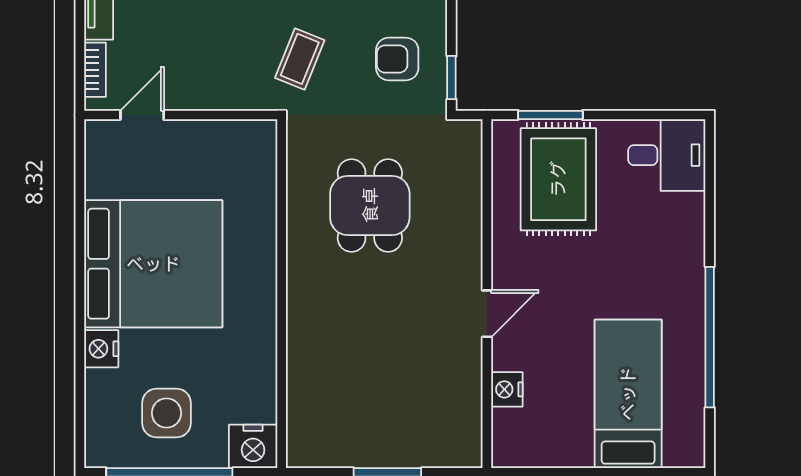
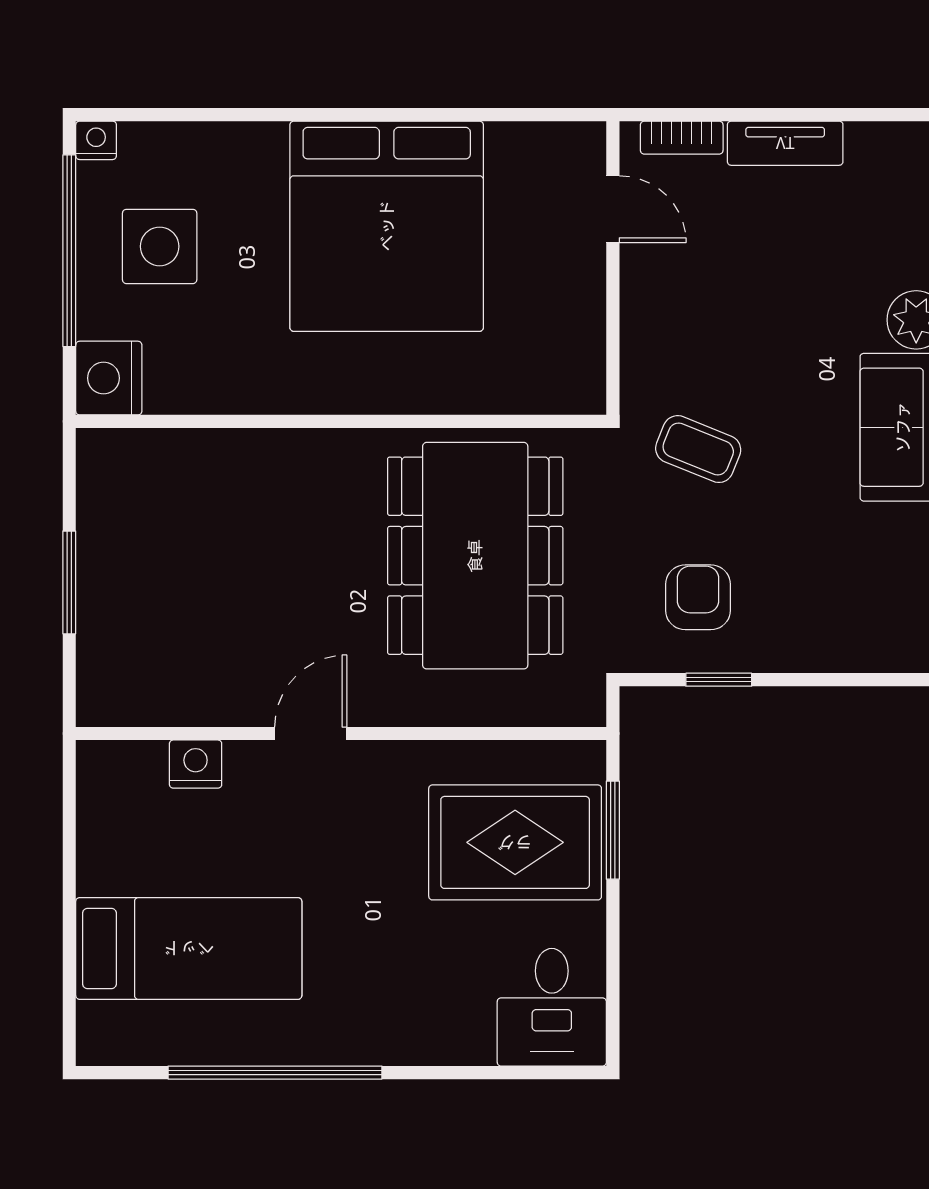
window: (451, 78) -> (719, 680), moved
dining table: (370, 205) -> (475, 556), width x1.88, depth x1.24
door: (487, 314) -> (311, 734), swing flipped
nightstand: (101, 349) -> (96, 140), moved, width x0.72, depth x0.74

